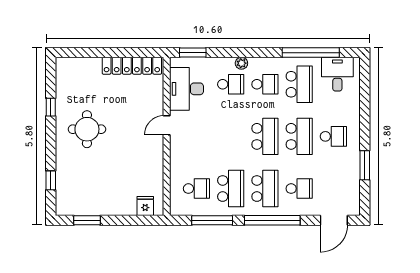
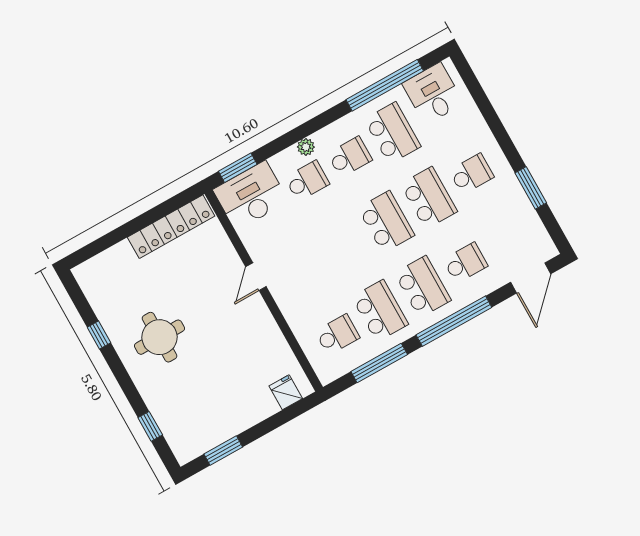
desk: (187, 89) -> (251, 196), moved, turned 90

